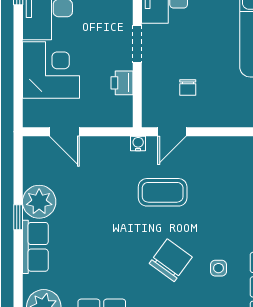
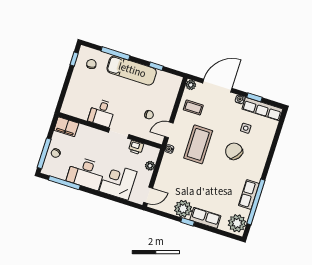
plant: (97, 118) -> (150, 166), added
door: (64, 132) -> (148, 195), moved
door: (172, 132) -> (169, 130), swing flipped
coffee table: (226, 163) -> (193, 107), added
coffee table: (163, 192) -> (198, 144), width x1.36, depth x1.32

